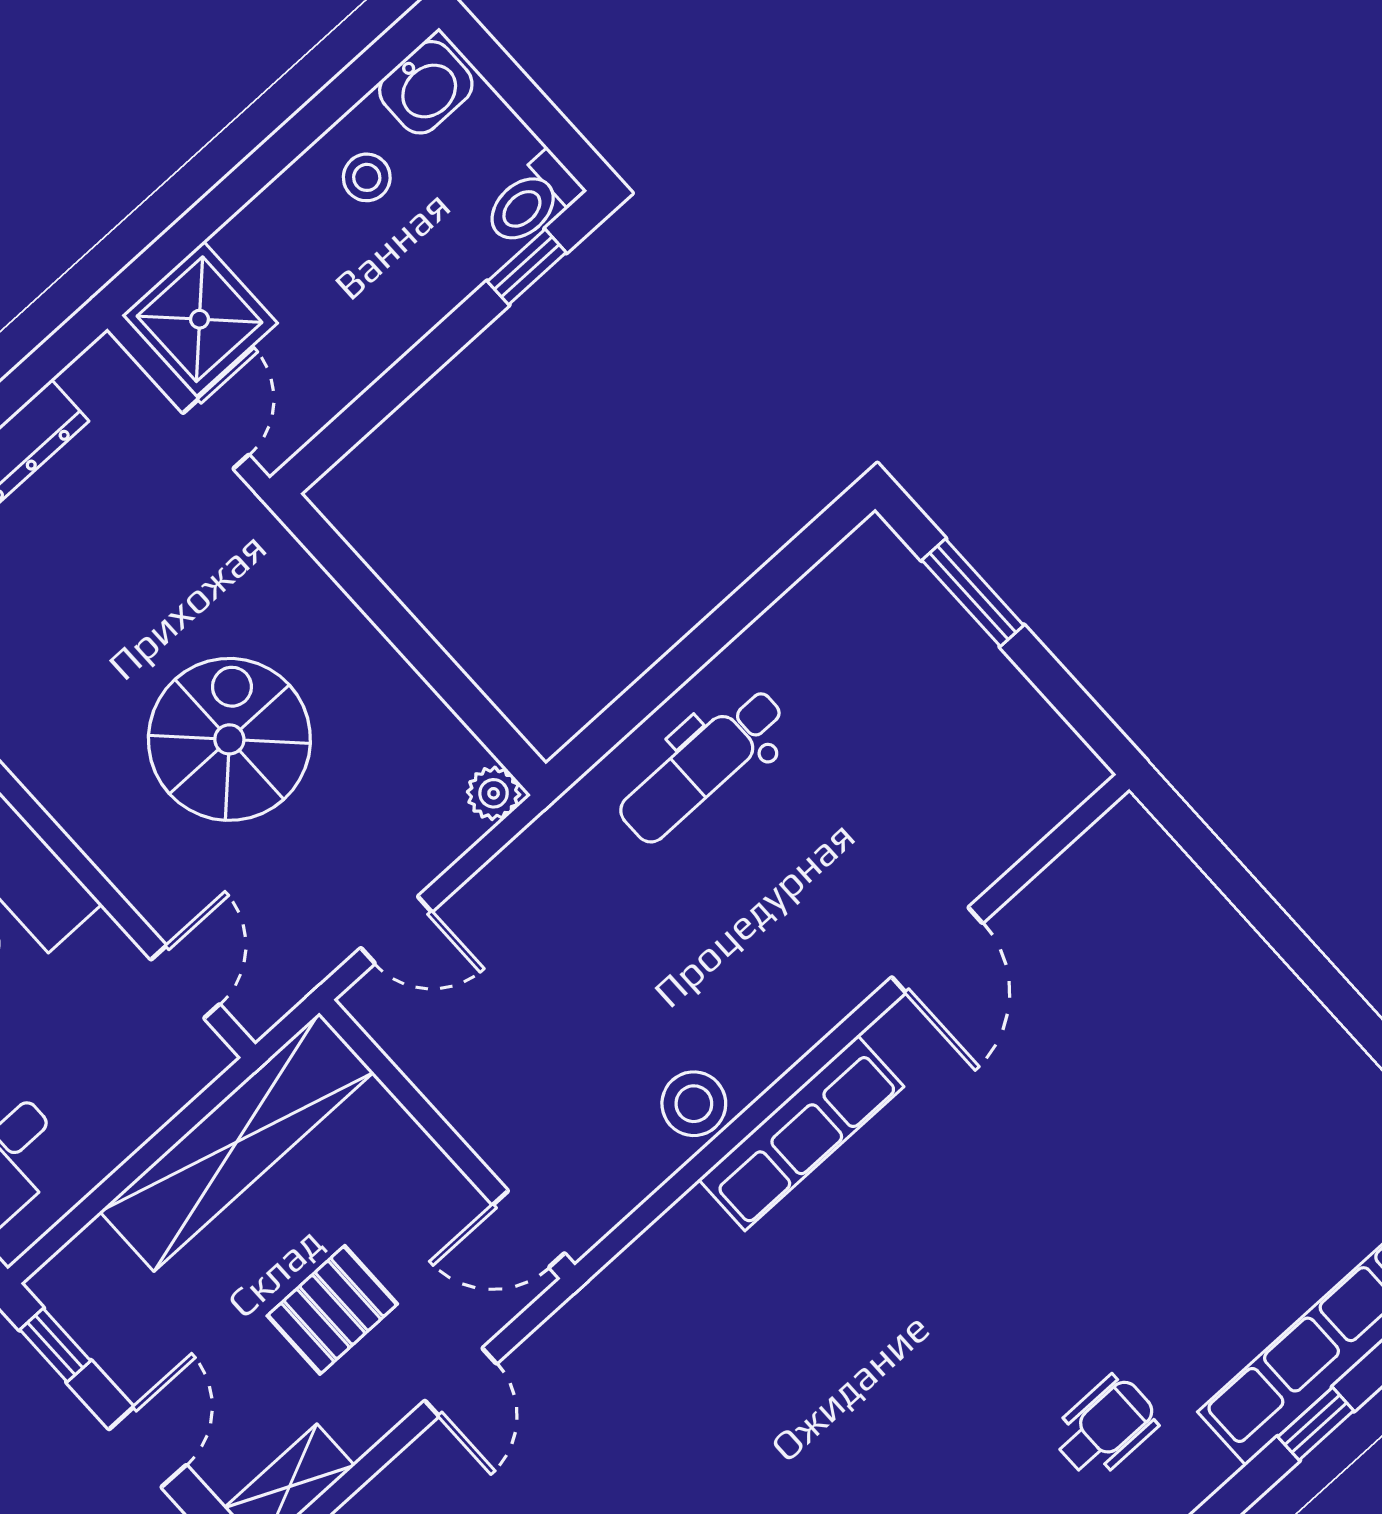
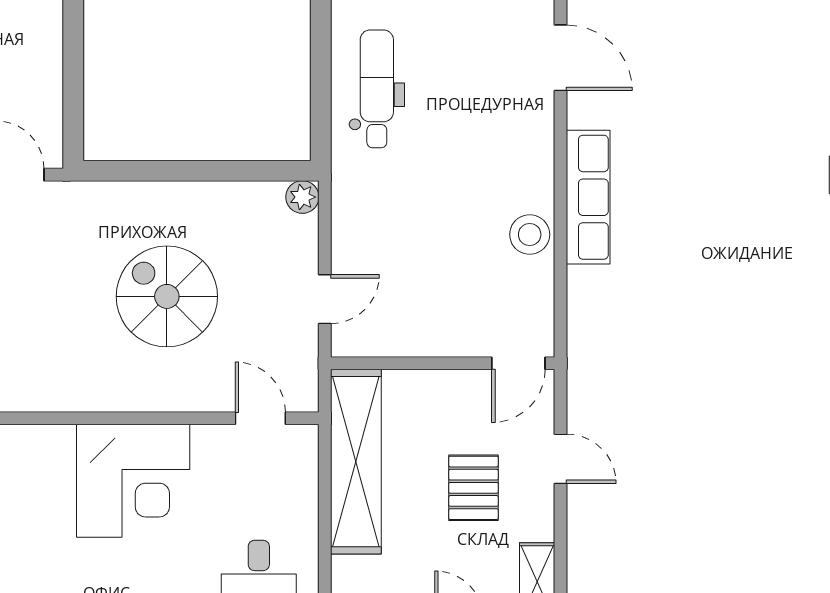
dental chair: (702, 765) -> (377, 89), turned 180

